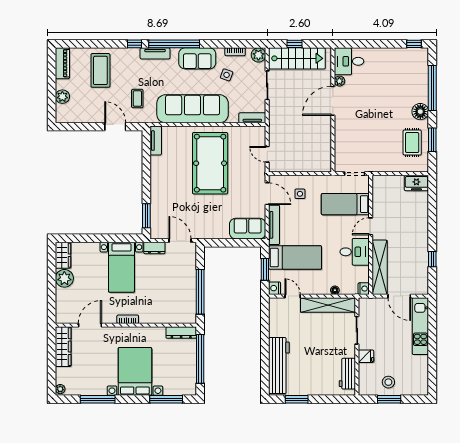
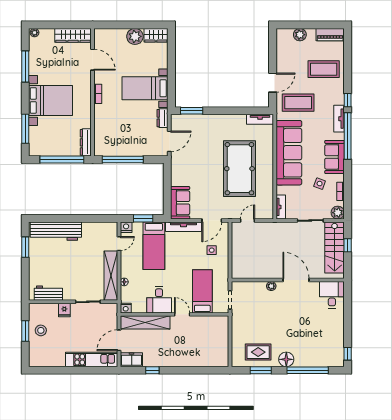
plant: (339, 81) -> (271, 286), moved
coffee table: (137, 98) -> (298, 103), width x1.86, depth x1.72
pool table: (210, 163) -> (239, 169), turned 90
freezer: (416, 183) -> (132, 360), moved, turned 90

